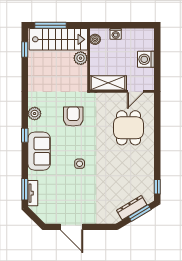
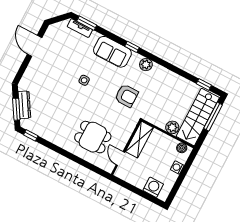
washing machine: (146, 59) -> (153, 187), moved
door: (72, 227) -> (35, 46), hinge flipped

